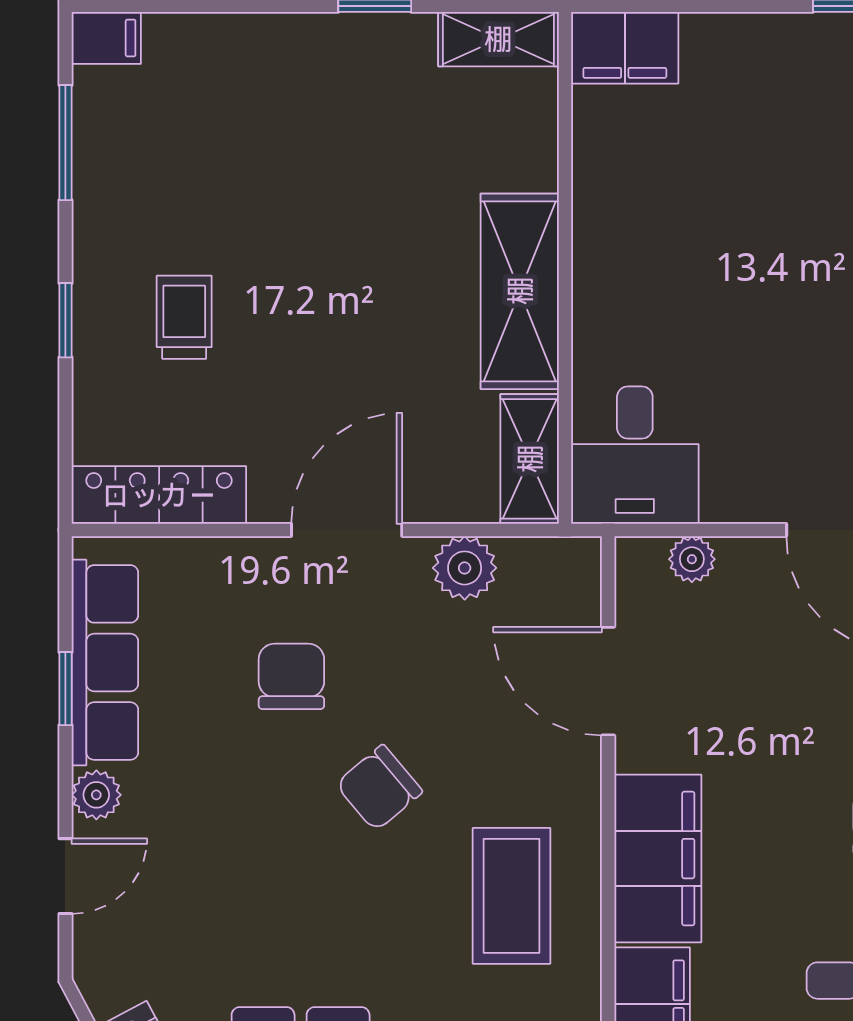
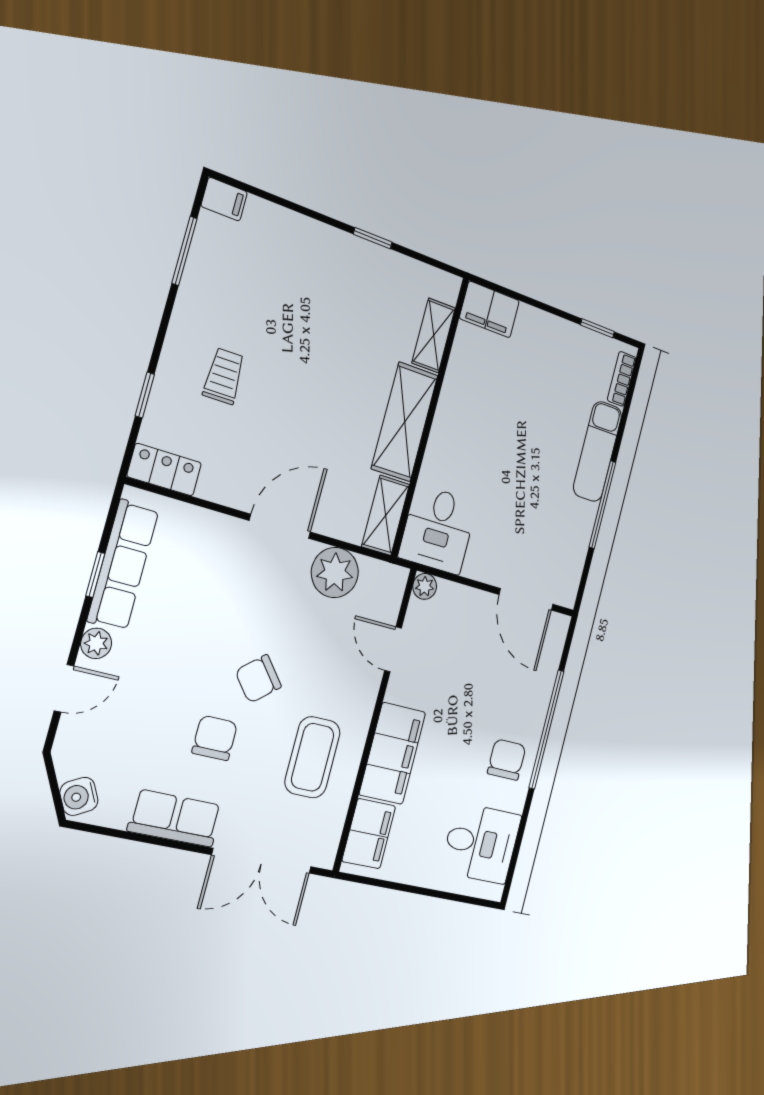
shelving: (498, 39) -> (434, 335), moved, turned 90
window: (65, 320) -> (145, 395), moved
locker: (159, 495) -> (164, 470), width x0.66
plant: (692, 559) -> (425, 586), moved
plant: (465, 568) -> (335, 573), width x1.36, depth x1.36
chair: (291, 676) -> (215, 738), moved
door: (608, 681) -> (393, 649), width x0.73

